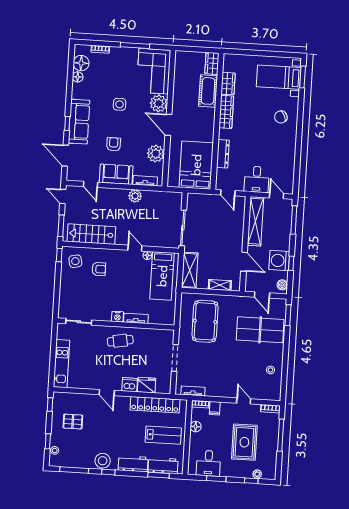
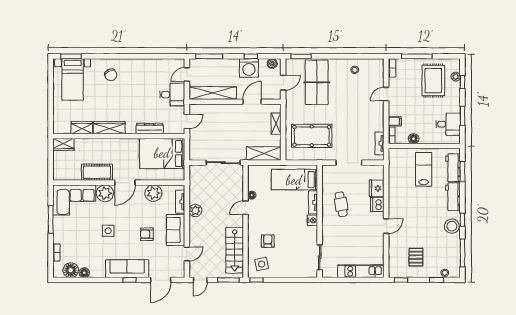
cot: (208, 91) -> (97, 172), moved
bed: (162, 276) -> (294, 180), moved, turned 180
cafe table: (120, 341) -> (341, 204), moved
locker: (155, 405) -> (395, 179), removed
rug: (244, 442) -> (433, 81), moved, turned 90

